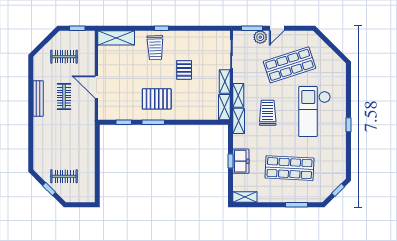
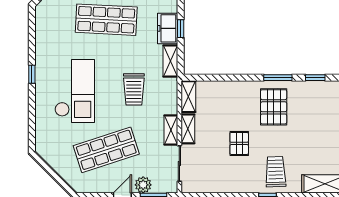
shelving: (238, 95) -> (171, 130), moved
pallet: (157, 99) -> (274, 107), turned 90
shelving: (239, 121) -> (170, 61), moved

